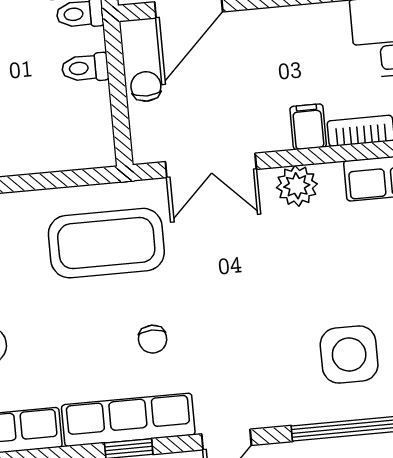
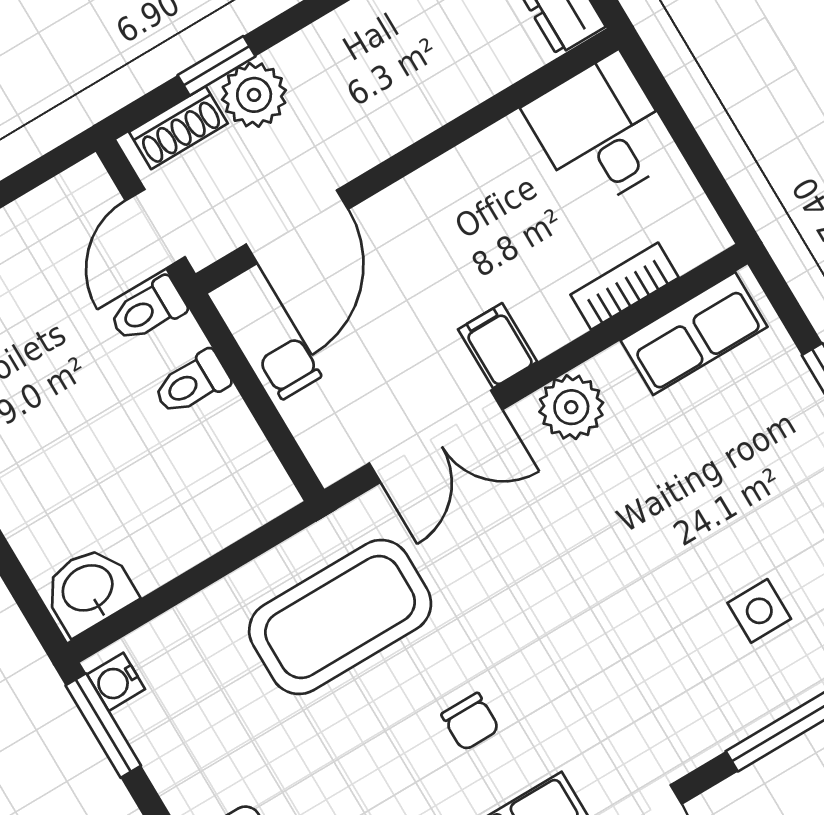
filing cabinet: (308, 127) -> (498, 346), moved
side table: (349, 355) -> (759, 611), width x0.54, depth x0.54

